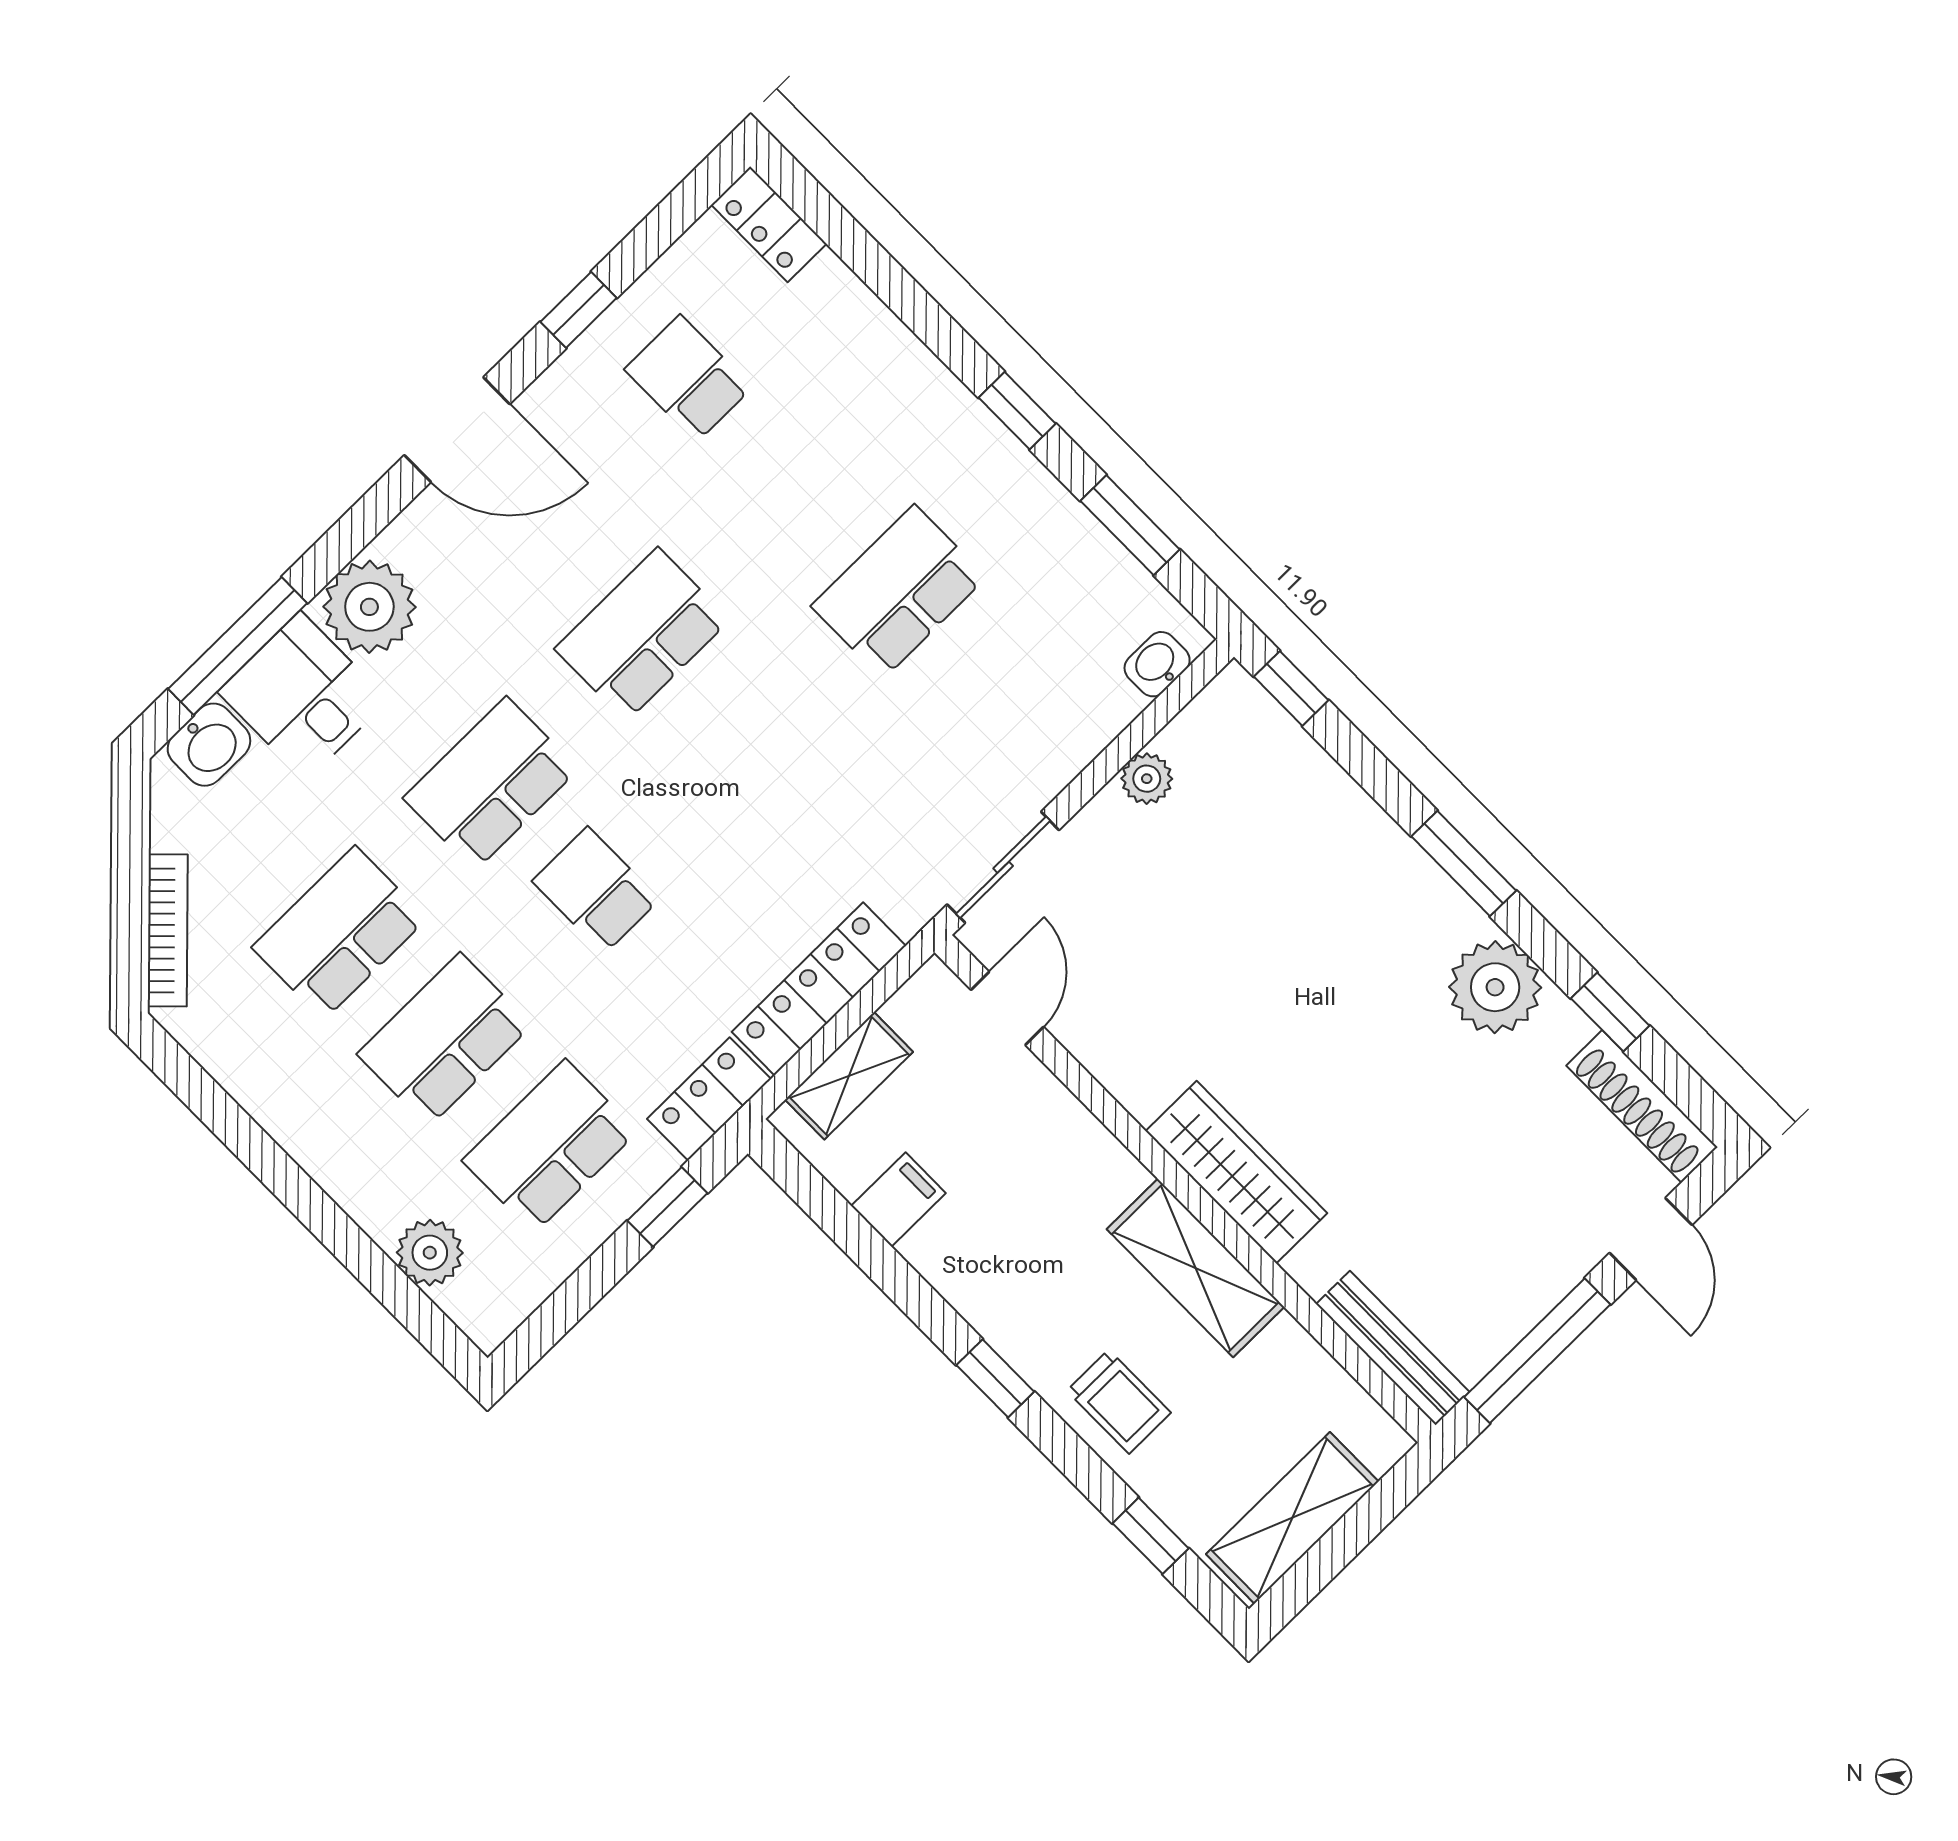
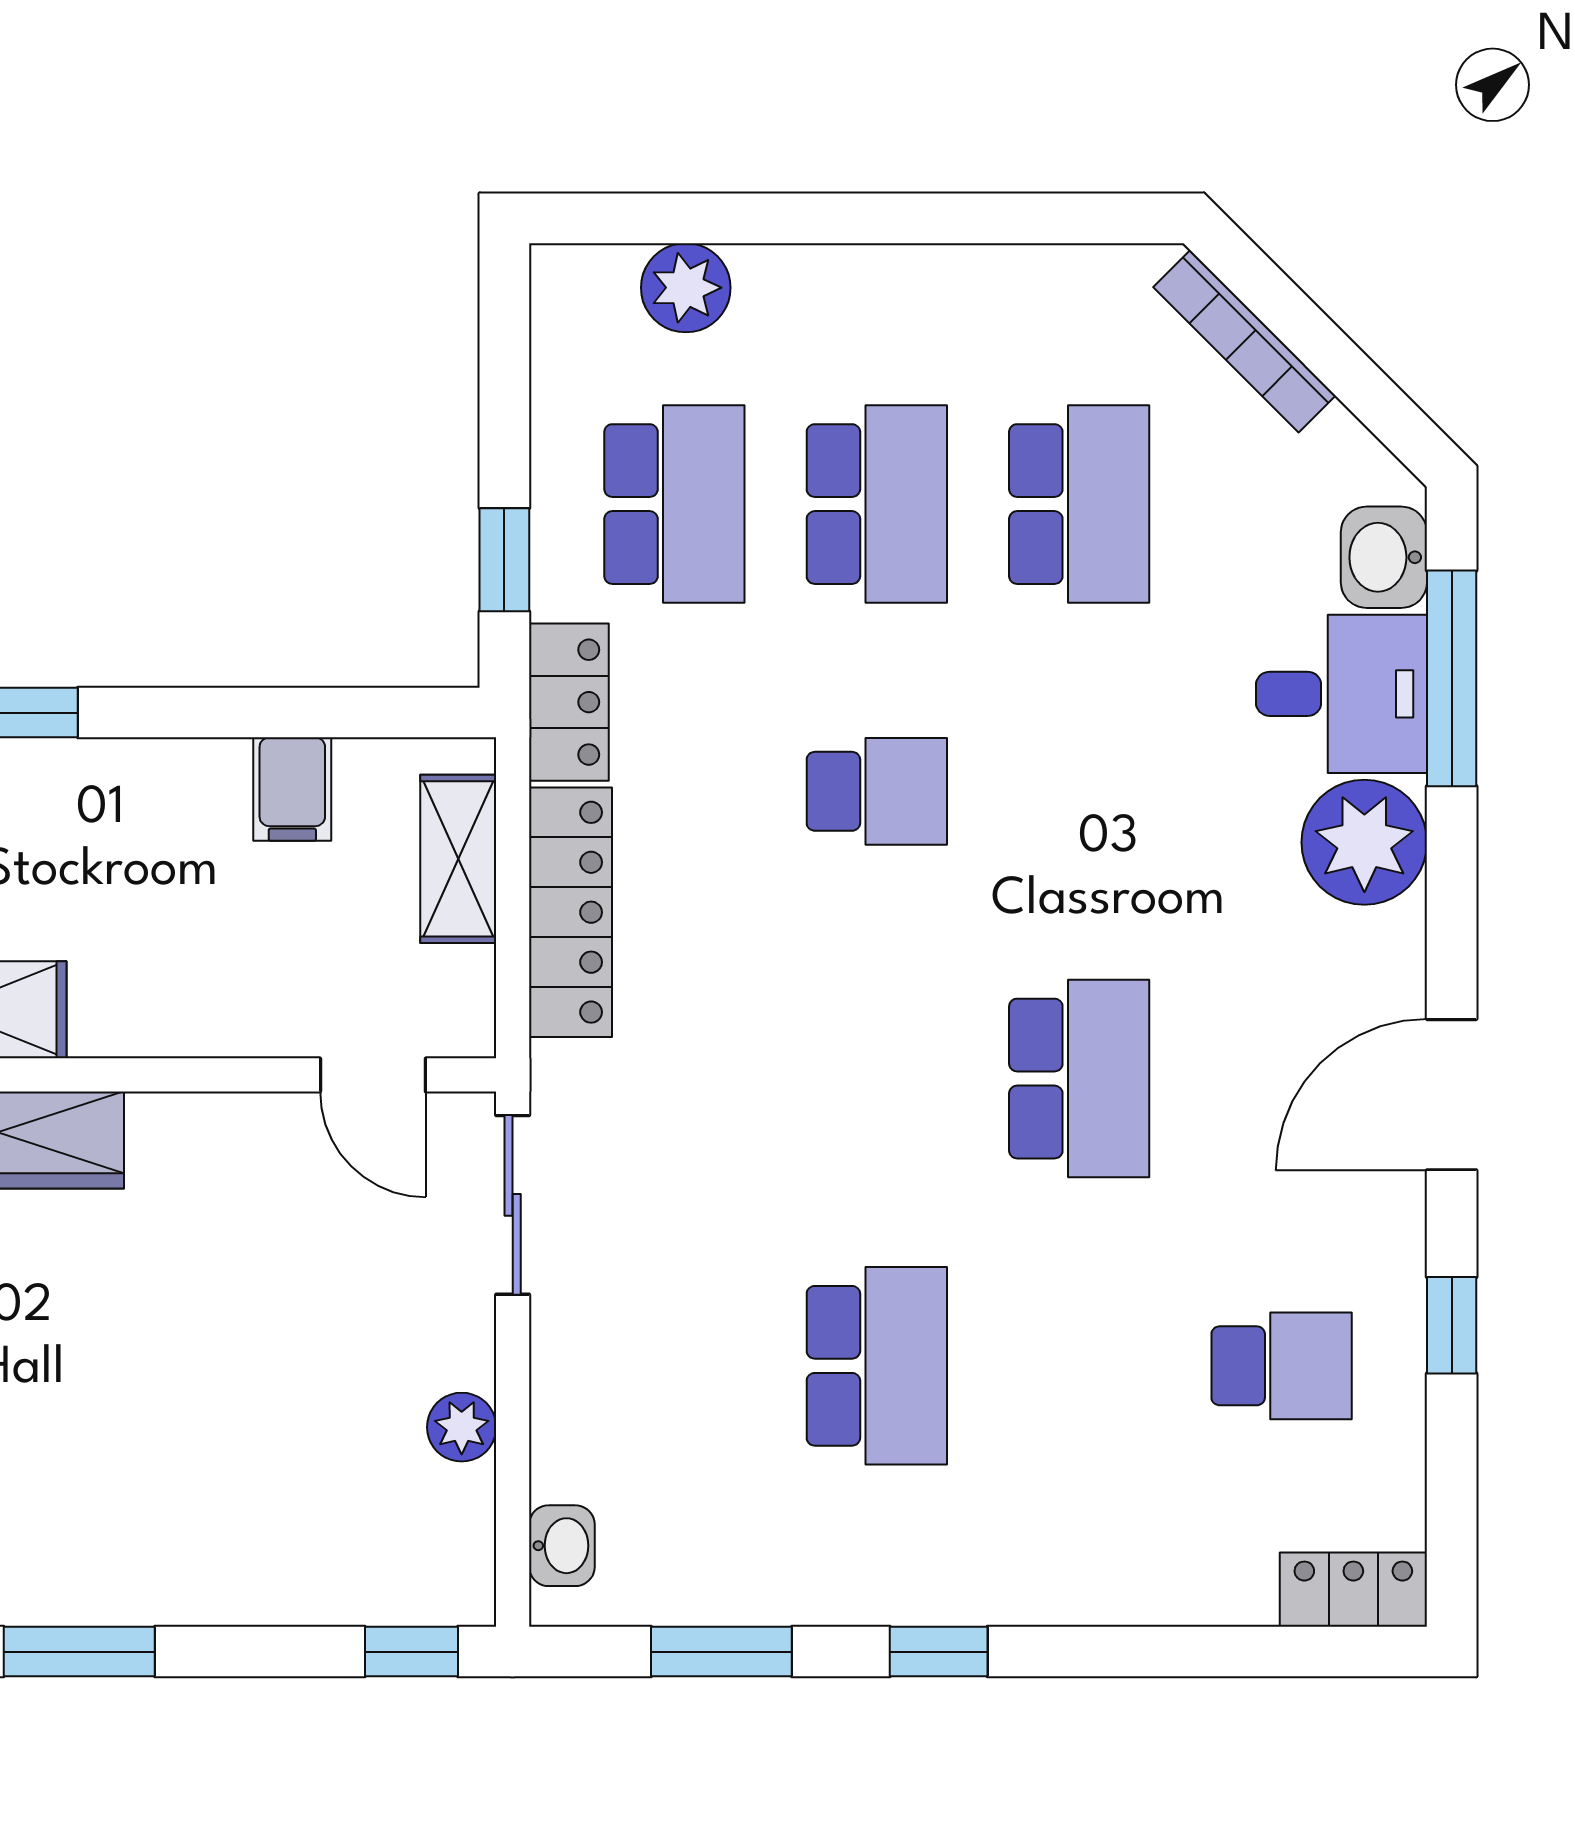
school desk: (491, 784) -> (1079, 791), removed

